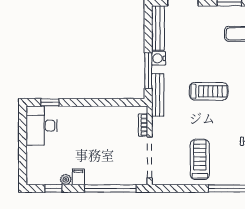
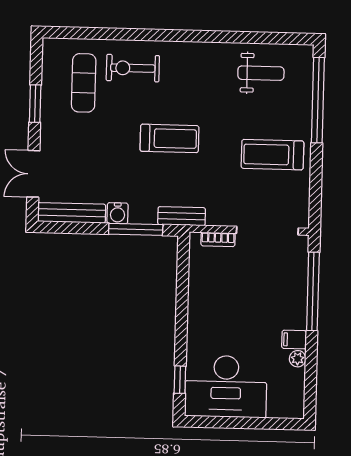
treadmill: (209, 91) -> (169, 138), turned 90
bench: (158, 95) -> (182, 216), width x0.73
desk: (42, 126) -> (226, 386), width x1.36, depth x1.30
window: (53, 188) -> (311, 378), removed

